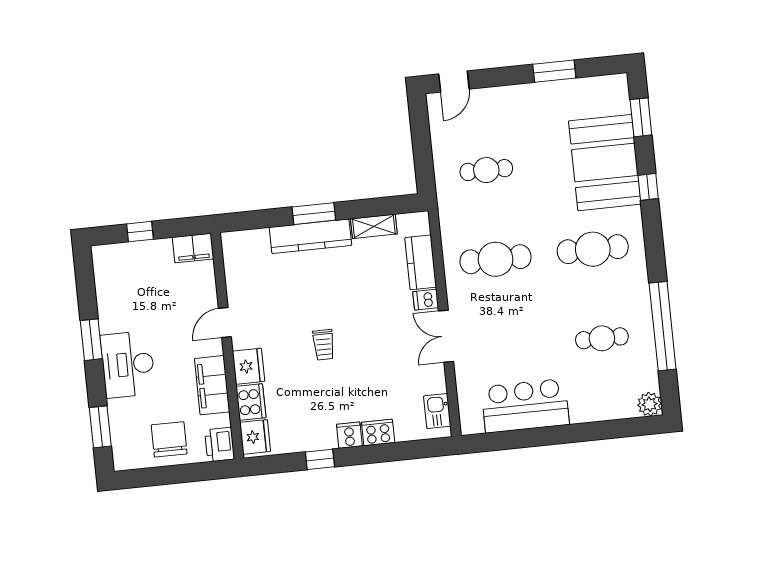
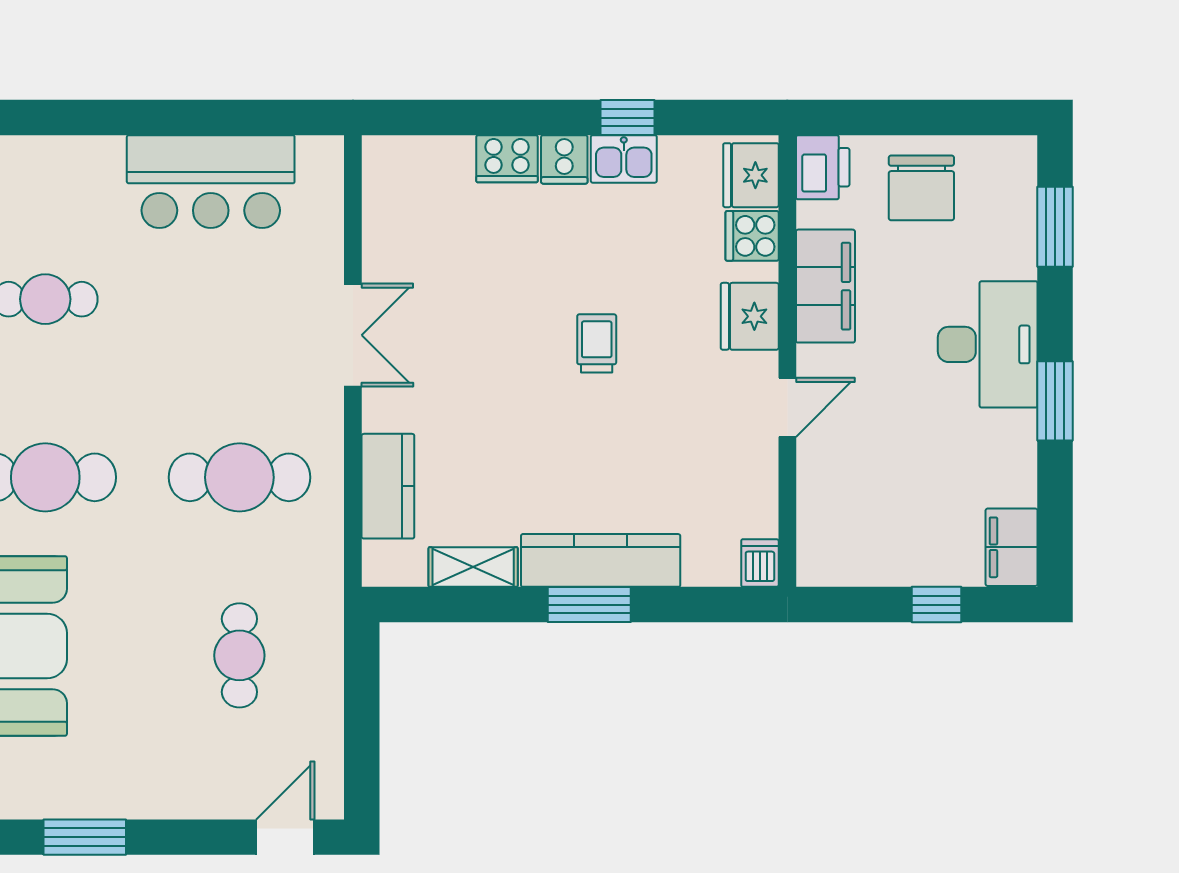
cafe table: (486, 170) -> (239, 655), turned 90
filing cabinet: (193, 248) -> (1012, 547), moved, turned -90
dishwasher: (426, 300) -> (760, 563), moved, turned -90
cooker: (251, 402) -> (752, 236), width x0.73
kitchen sink: (437, 411) -> (624, 159), moved, turned 90

